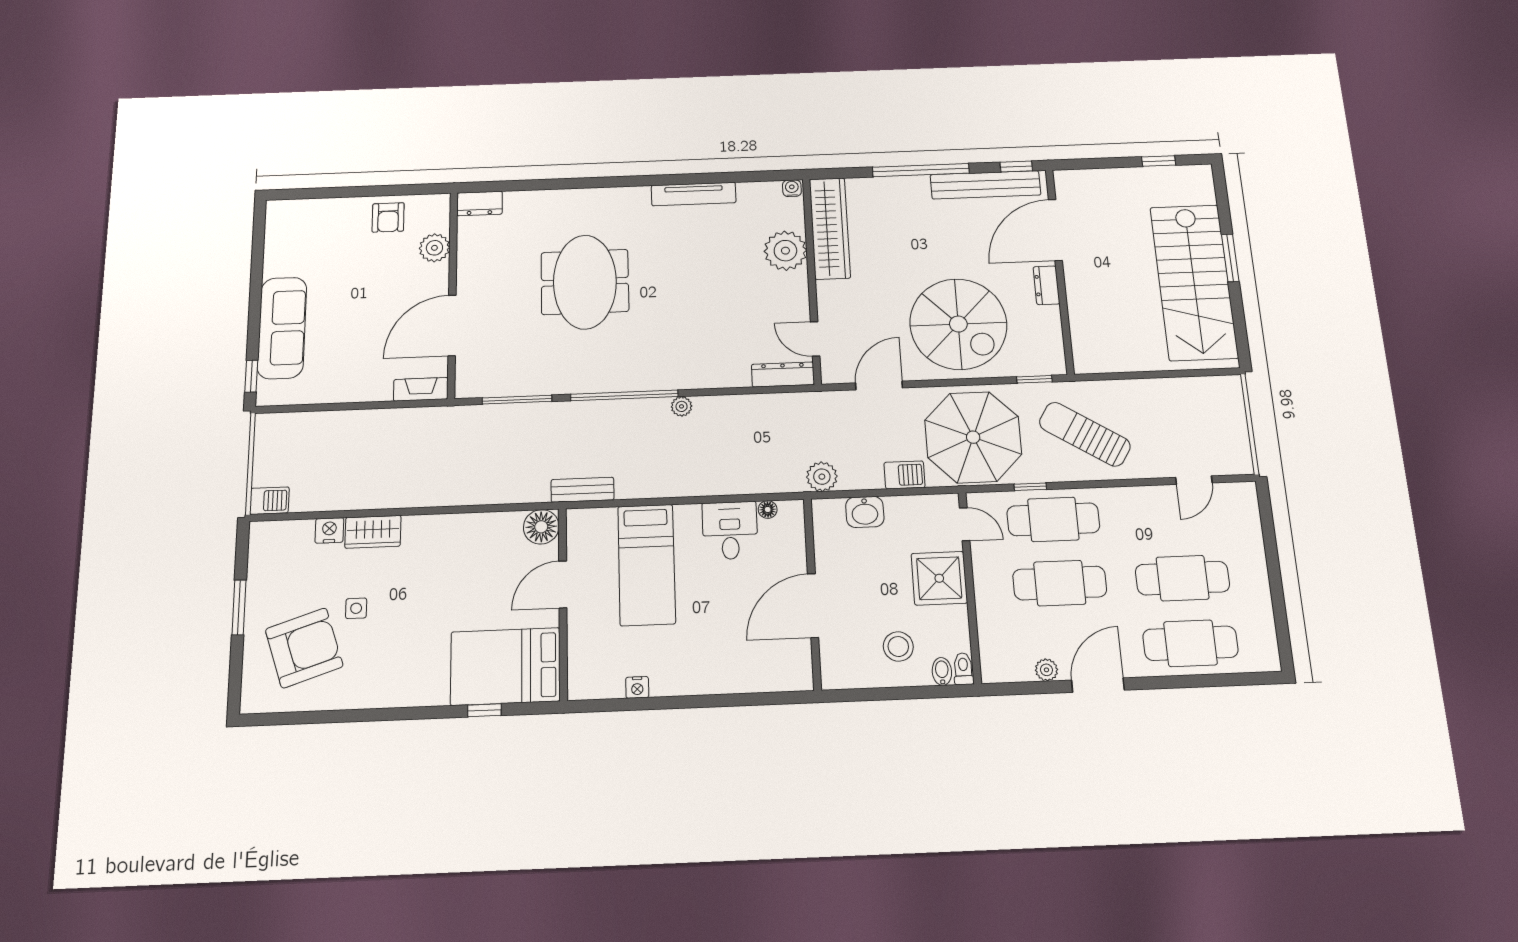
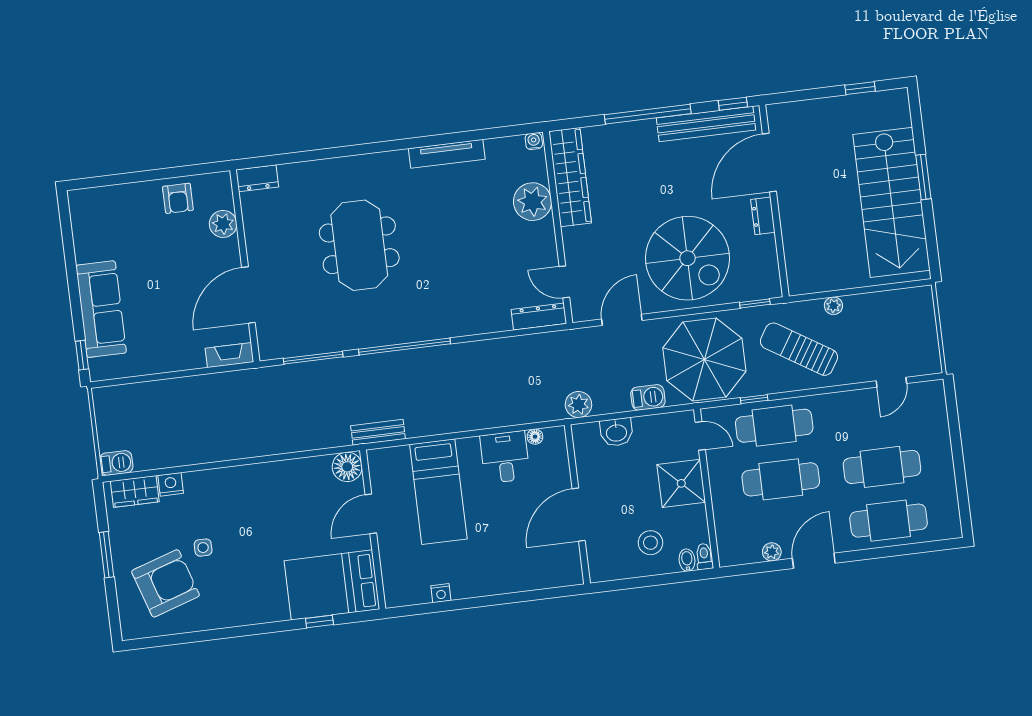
plant: (682, 406) -> (833, 306), moved
wardrobe: (373, 532) -> (135, 491), moved

